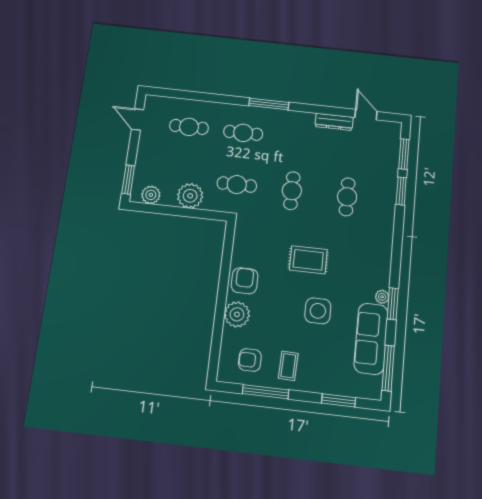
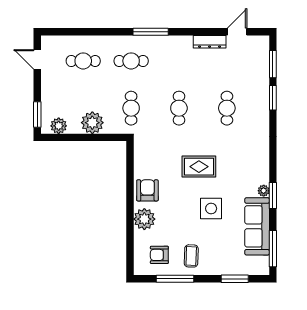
door: (366, 115) -> (237, 32), hinge flipped
cafe table: (237, 185) -> (131, 108), turned 90

